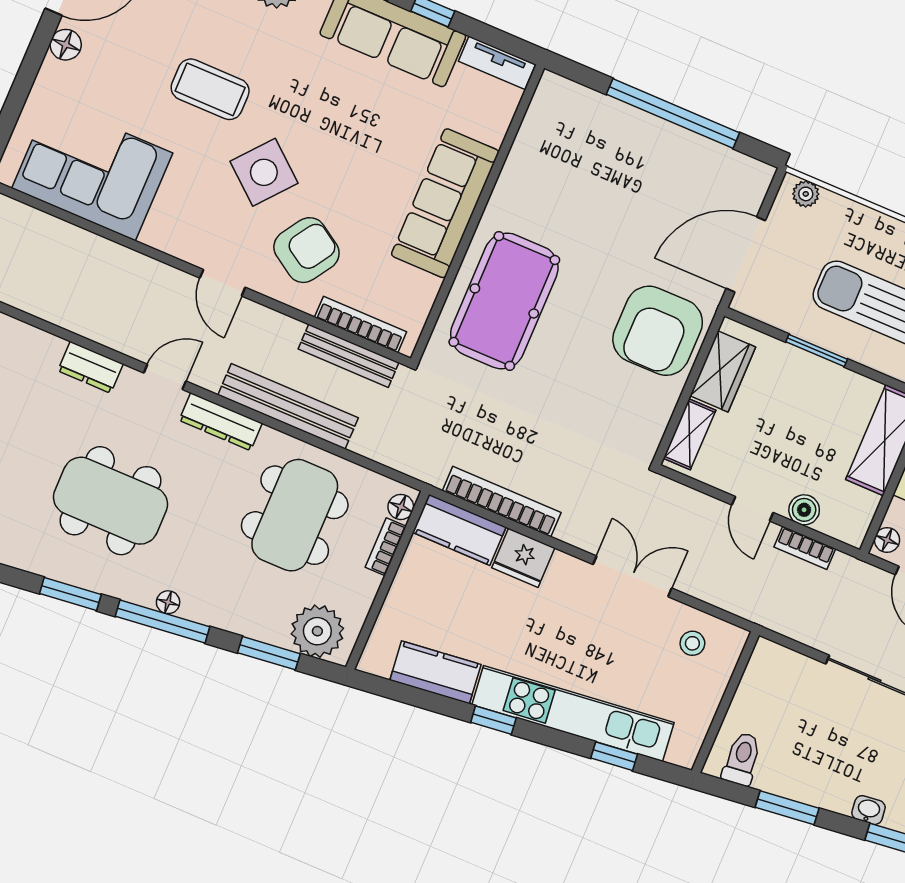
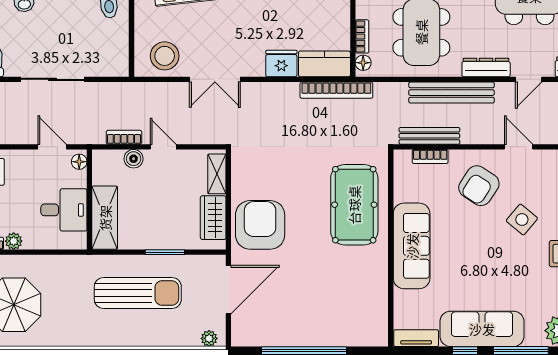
side table: (264, 172) -> (522, 220), width x0.73, depth x0.73
bookcase: (361, 325) -> (430, 157), width x0.64
bookcase: (502, 502) -> (336, 90), moved
stool: (692, 643) -> (165, 56), width x1.89, depth x1.89

